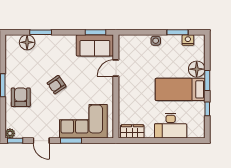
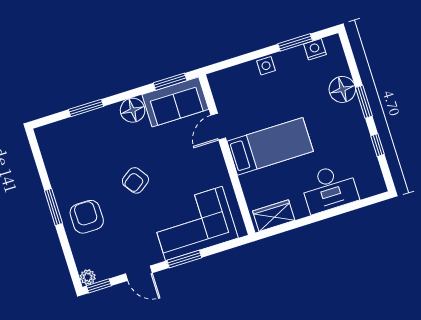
floor lamp: (27, 42) -> (133, 110), moved
bed: (180, 89) -> (270, 146), moved, turned 180

